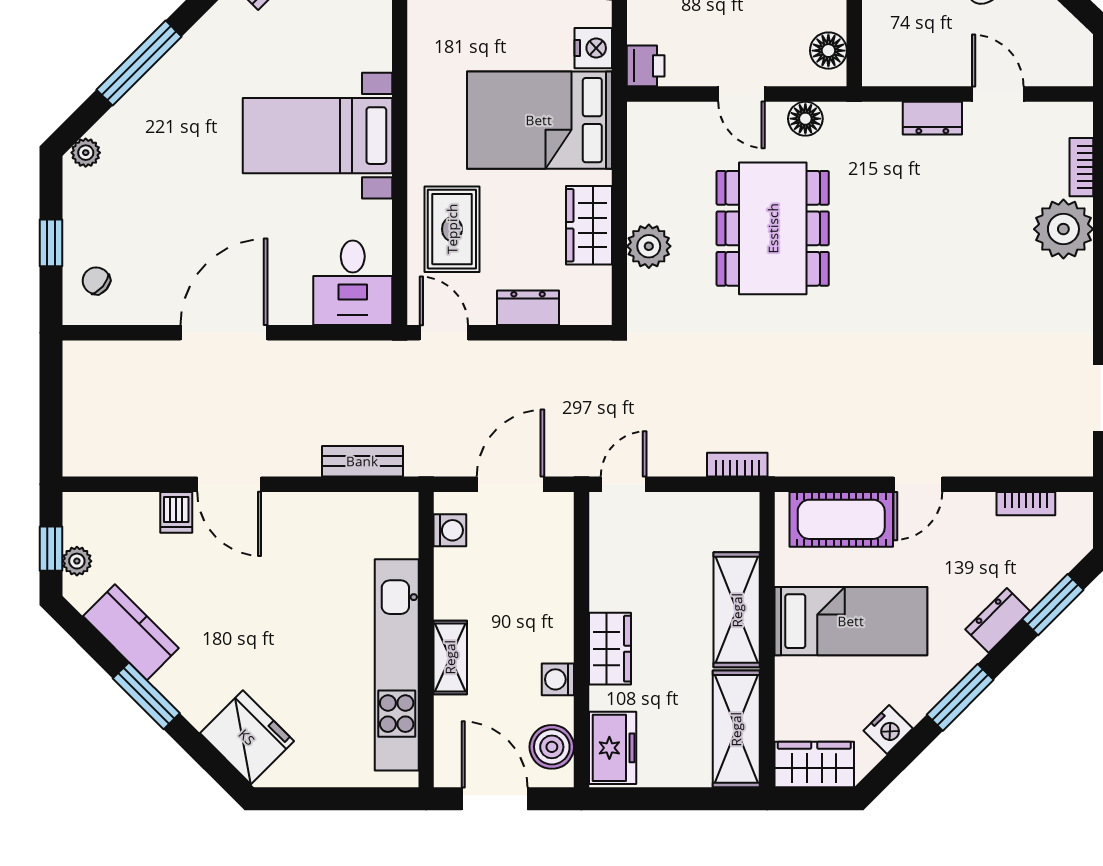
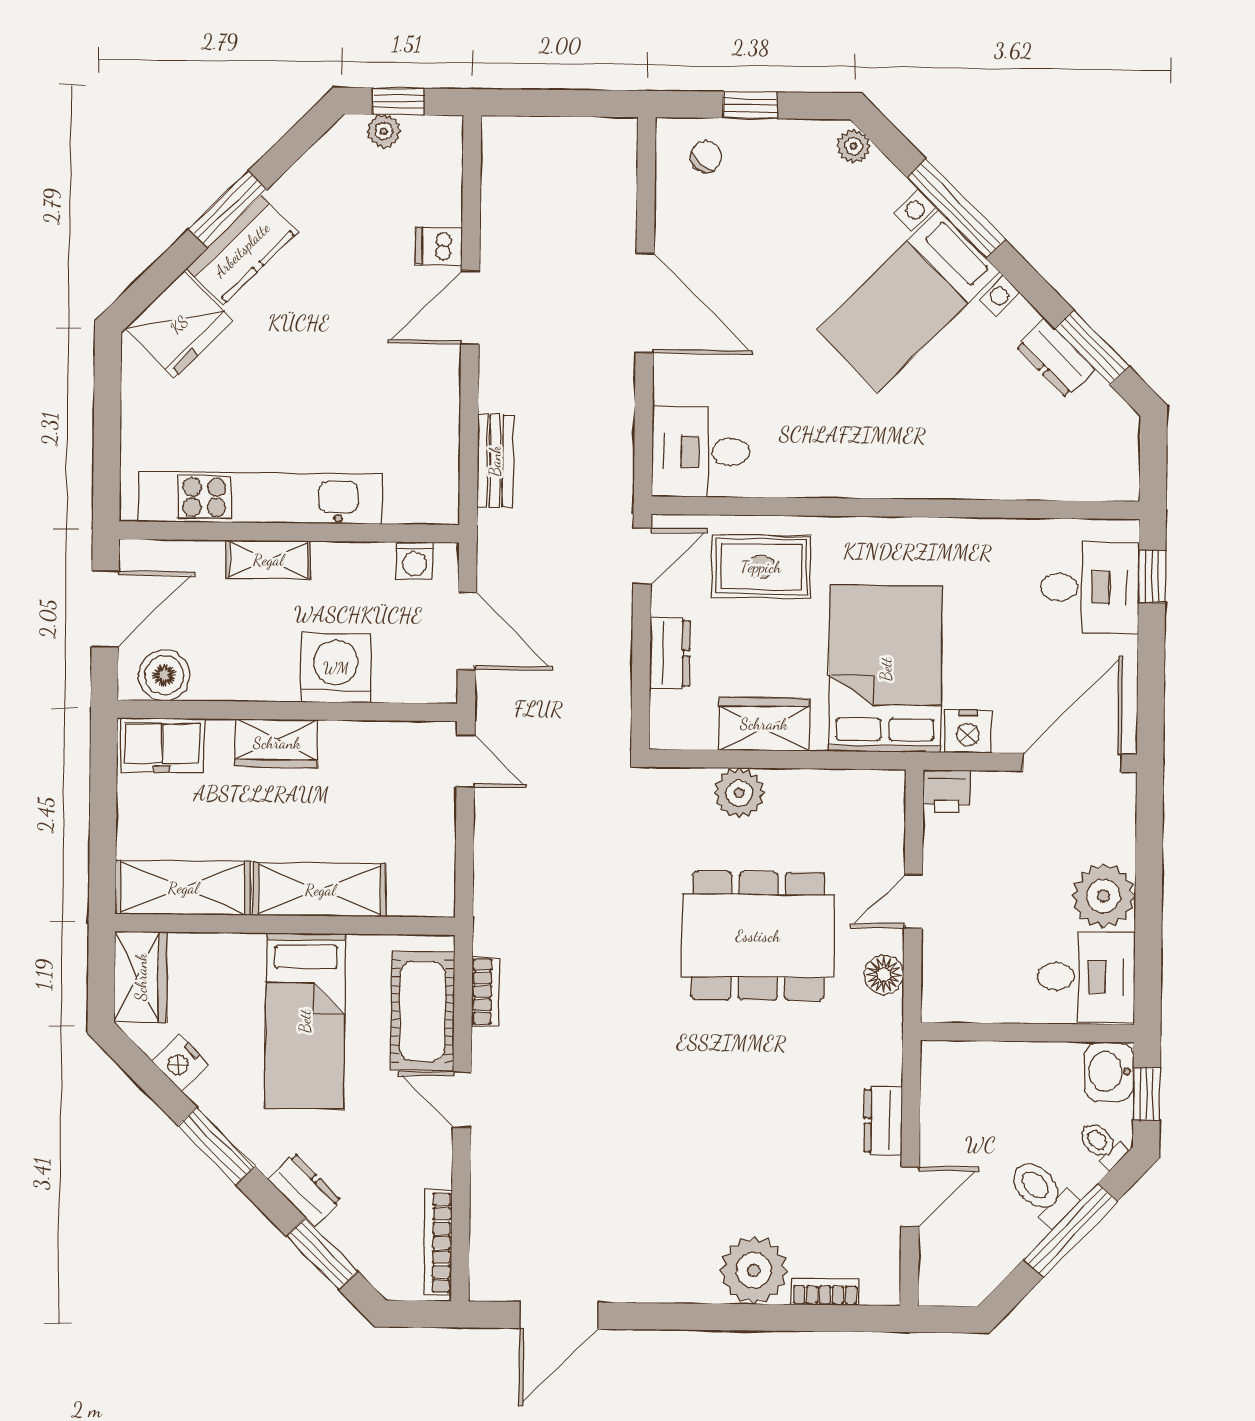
floor lamp: (828, 51) -> (962, 1002), removed
bed with nightstands: (317, 136) -> (908, 301), moved, turned -135
bookcase: (737, 465) -> (486, 991), moved
bookcase: (1026, 504) -> (438, 1243), width x1.56
kitchen counter: (131, 632) -> (242, 250), moved
washing machine: (558, 679) -> (336, 668), moved, width x1.89, depth x1.89

